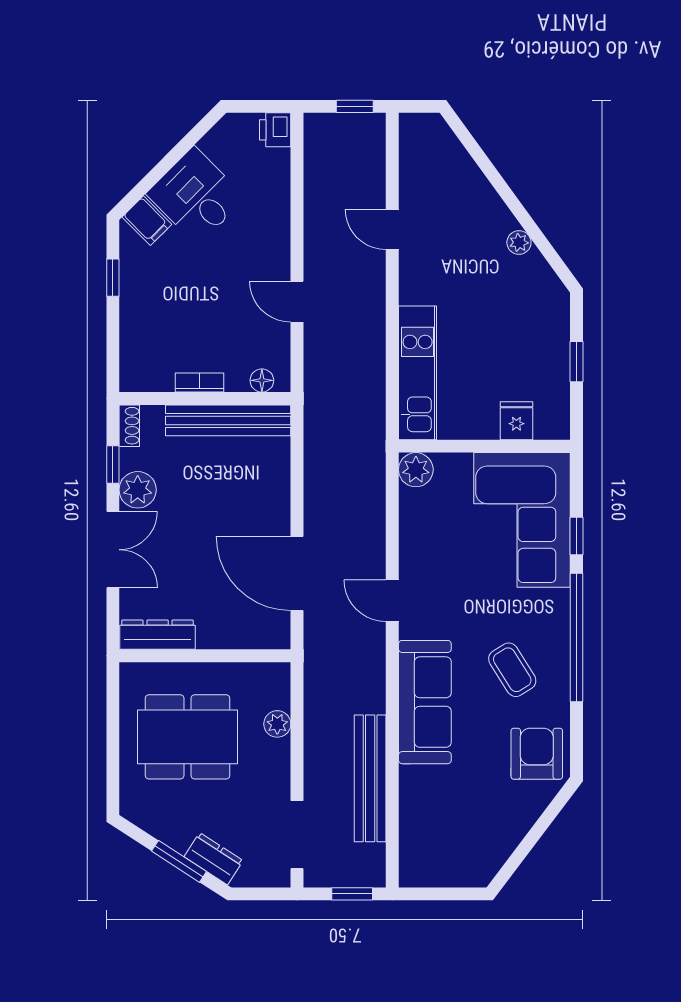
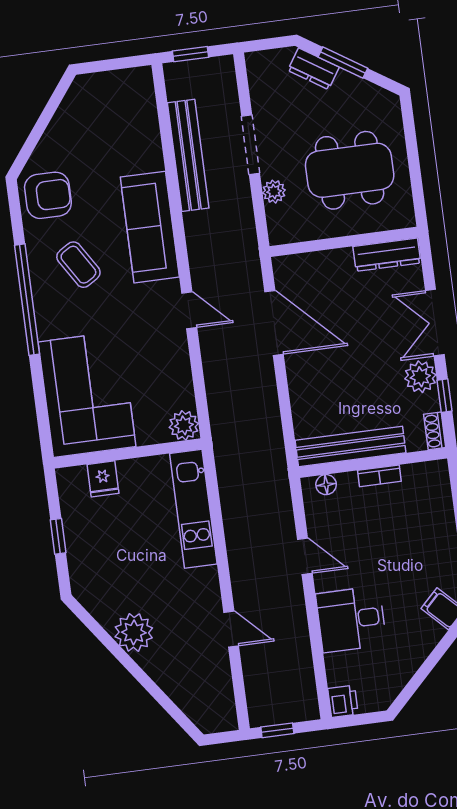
desk: (196, 196) -> (351, 619), moved, turned 135
plant: (519, 243) -> (134, 632), width x1.87, depth x1.87
window: (576, 536) -> (38, 387), removed
armchair: (537, 754) -> (48, 195), turned -90
doorway: (297, 835) -> (251, 145), moved

